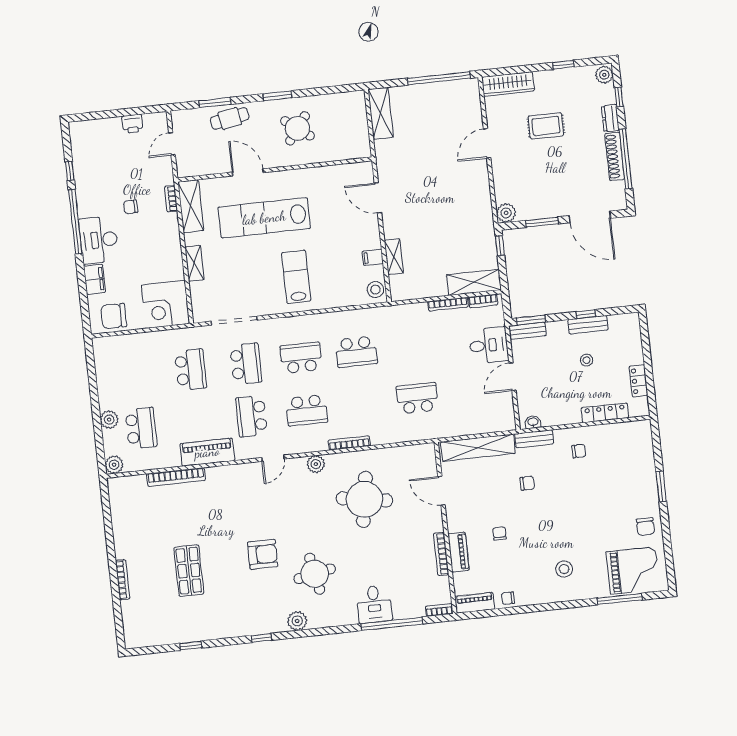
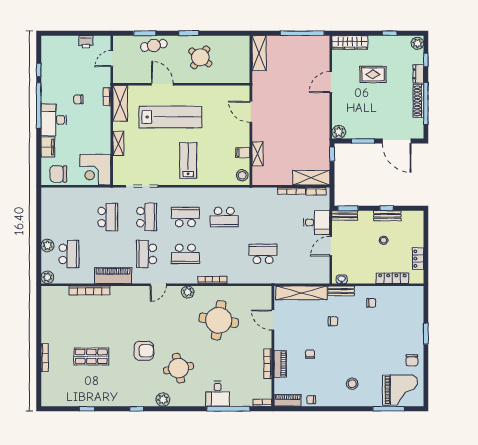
lab bench: (264, 218) -> (170, 117), turned 180
shop shelf: (189, 571) -> (91, 356), turned 90

